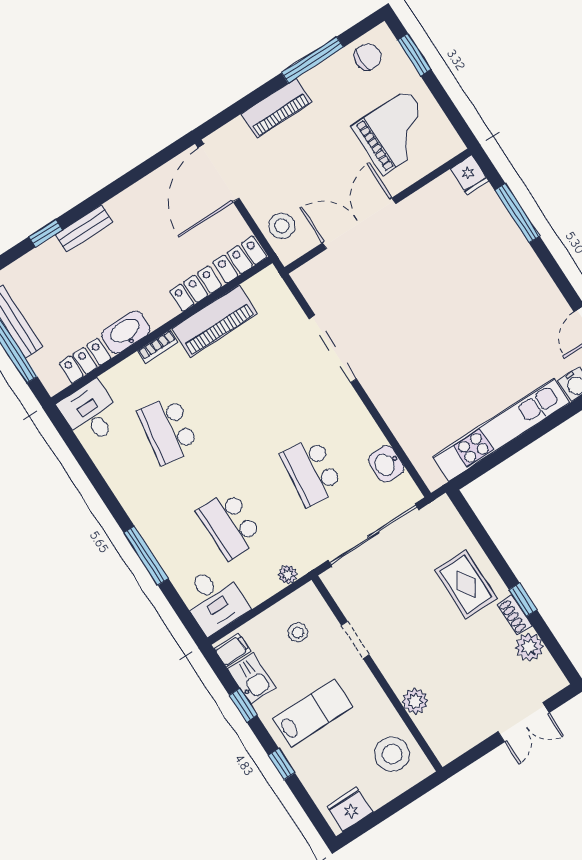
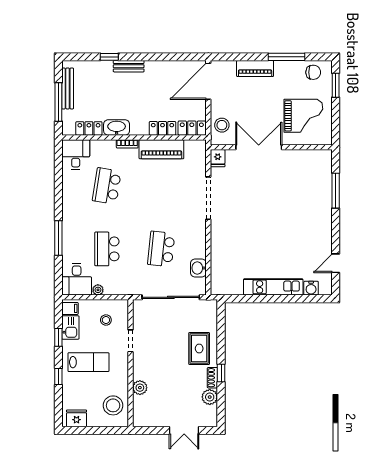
fridge: (469, 175) -> (218, 158), moved
kitchen unit: (501, 430) -> (273, 287), width x0.73
plant: (288, 574) -> (98, 290), moved

